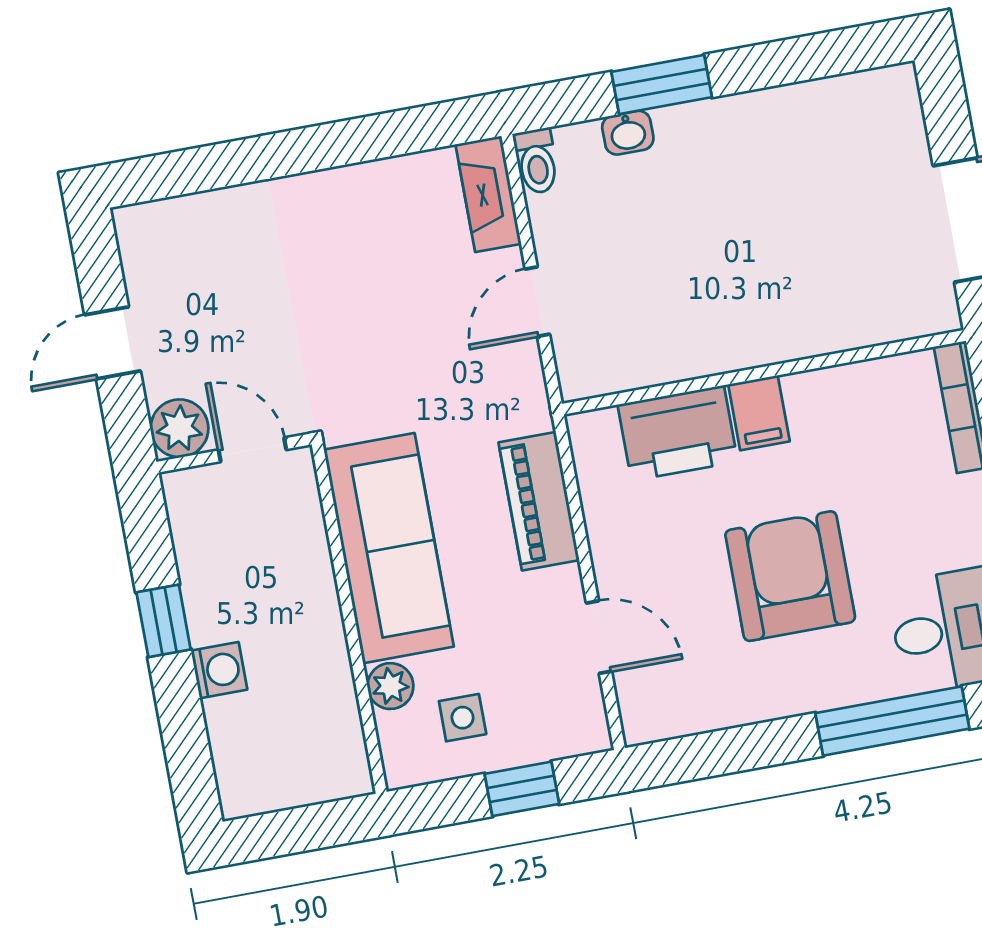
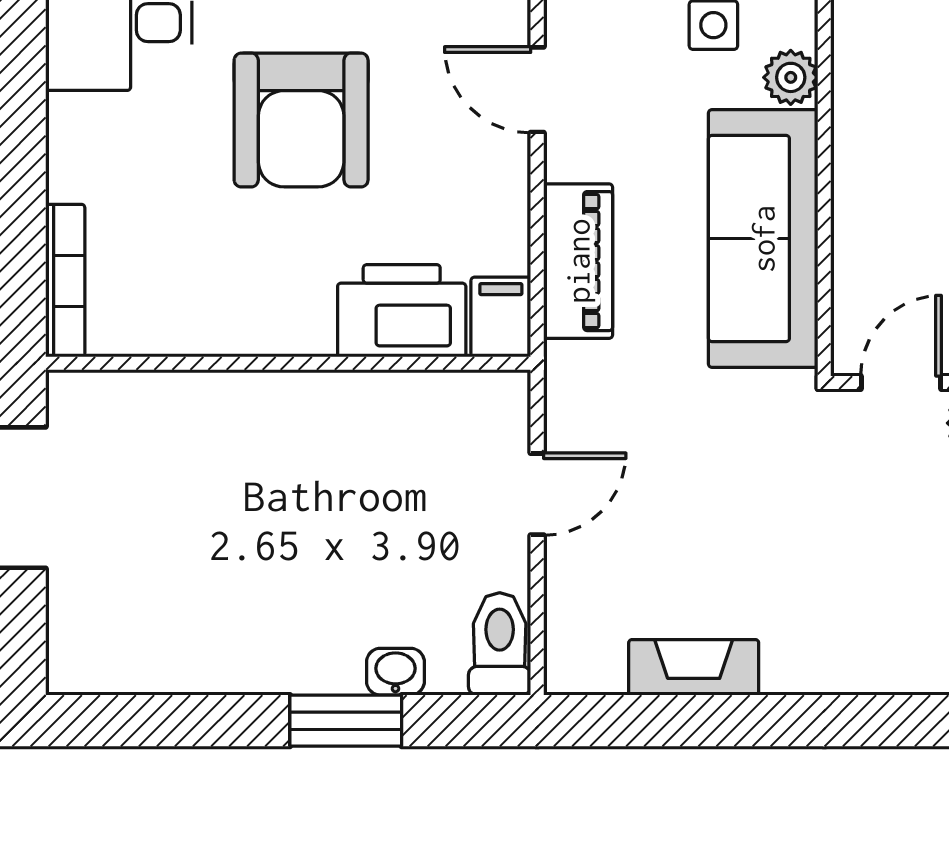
toilet: (537, 161) -> (500, 644), width x1.37, depth x1.39
fireplace: (488, 194) -> (694, 667), moved, turned -90
filing cabinet: (759, 413) -> (501, 317), moved
door: (252, 450) -> (901, 382), swing flipped

